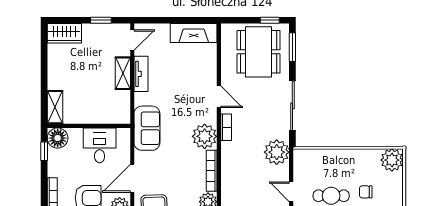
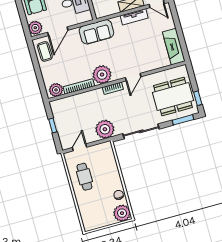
door: (132, 178) -> (58, 31), swing flipped
chair: (366, 192) -> (119, 195), moved

